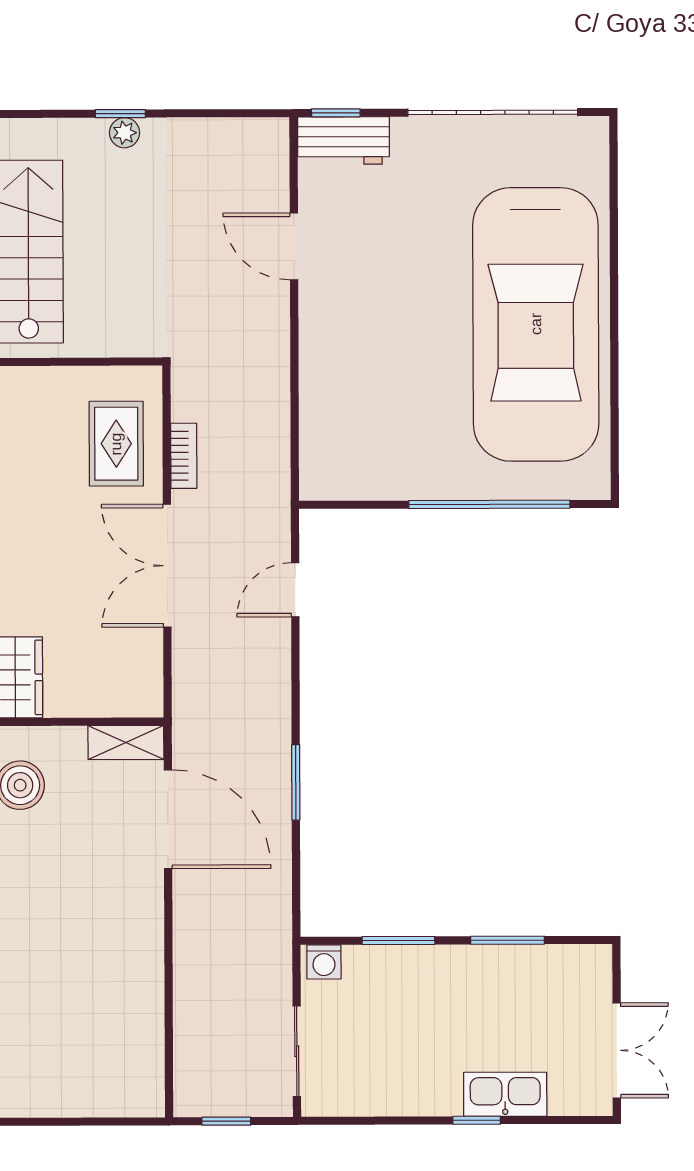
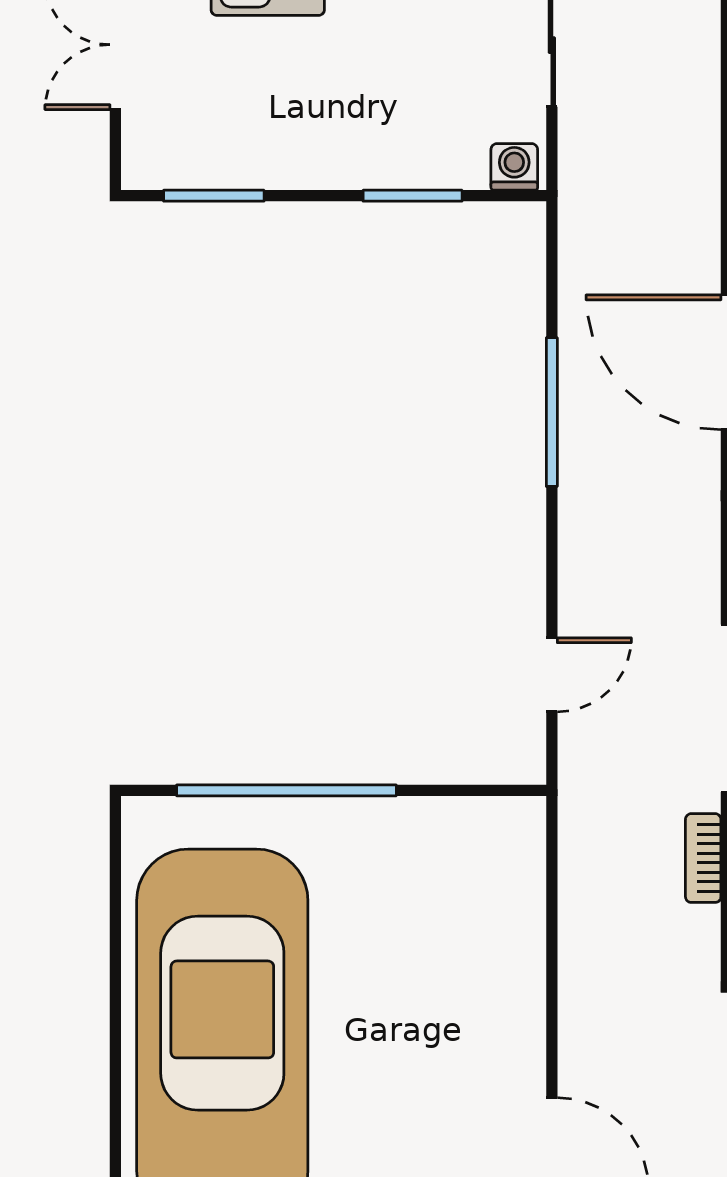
window: (296, 782) -> (552, 412), width x1.44
window: (508, 940) -> (214, 196), moved

